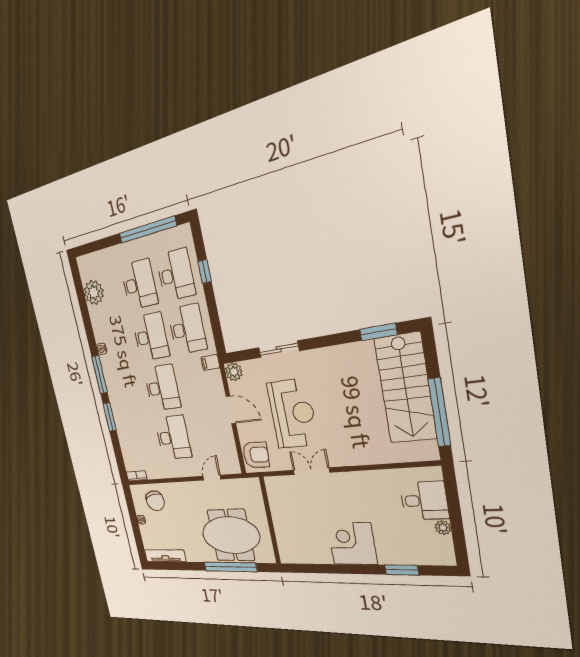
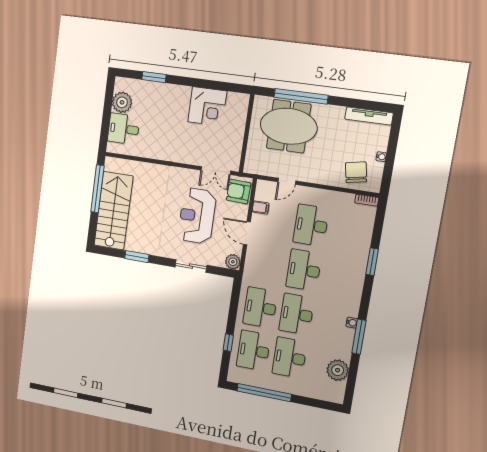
window: (378, 332) -> (137, 257), moved
filing cabinet: (210, 362) -> (261, 207), moved
window: (100, 375) -> (359, 337), moved
double door: (311, 471) -> (216, 171), moved
plant: (443, 528) -> (122, 102), width x1.87, depth x1.87
corner desk: (352, 544) -> (207, 106), moved

